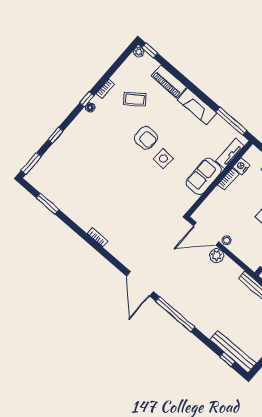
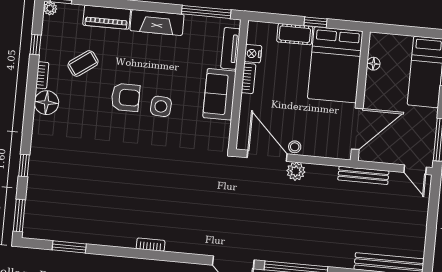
window: (87, 99) -> (35, 45), moved
floor lamp: (90, 108) -> (46, 103), width x1.89, depth x1.89
door: (206, 234) -> (267, 156), swing flipped

